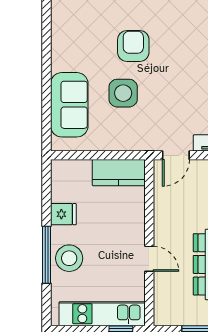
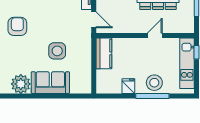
plant: (67, 31) -> (21, 84), added
armchair: (133, 46) -> (17, 26), moved, turned 90
sofa: (69, 105) -> (50, 83), moved

